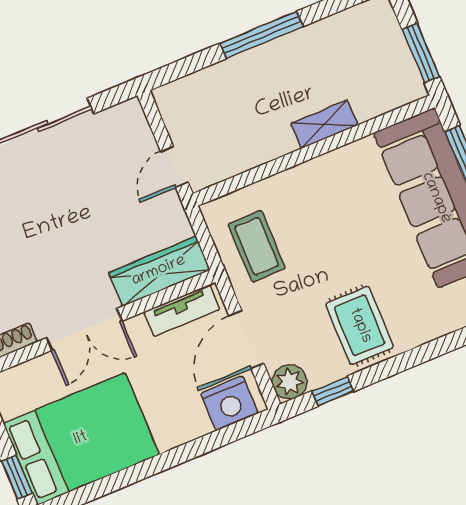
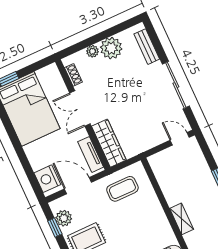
door: (175, 167) -> (180, 139), moved
plant: (290, 382) -> (64, 218), moved

